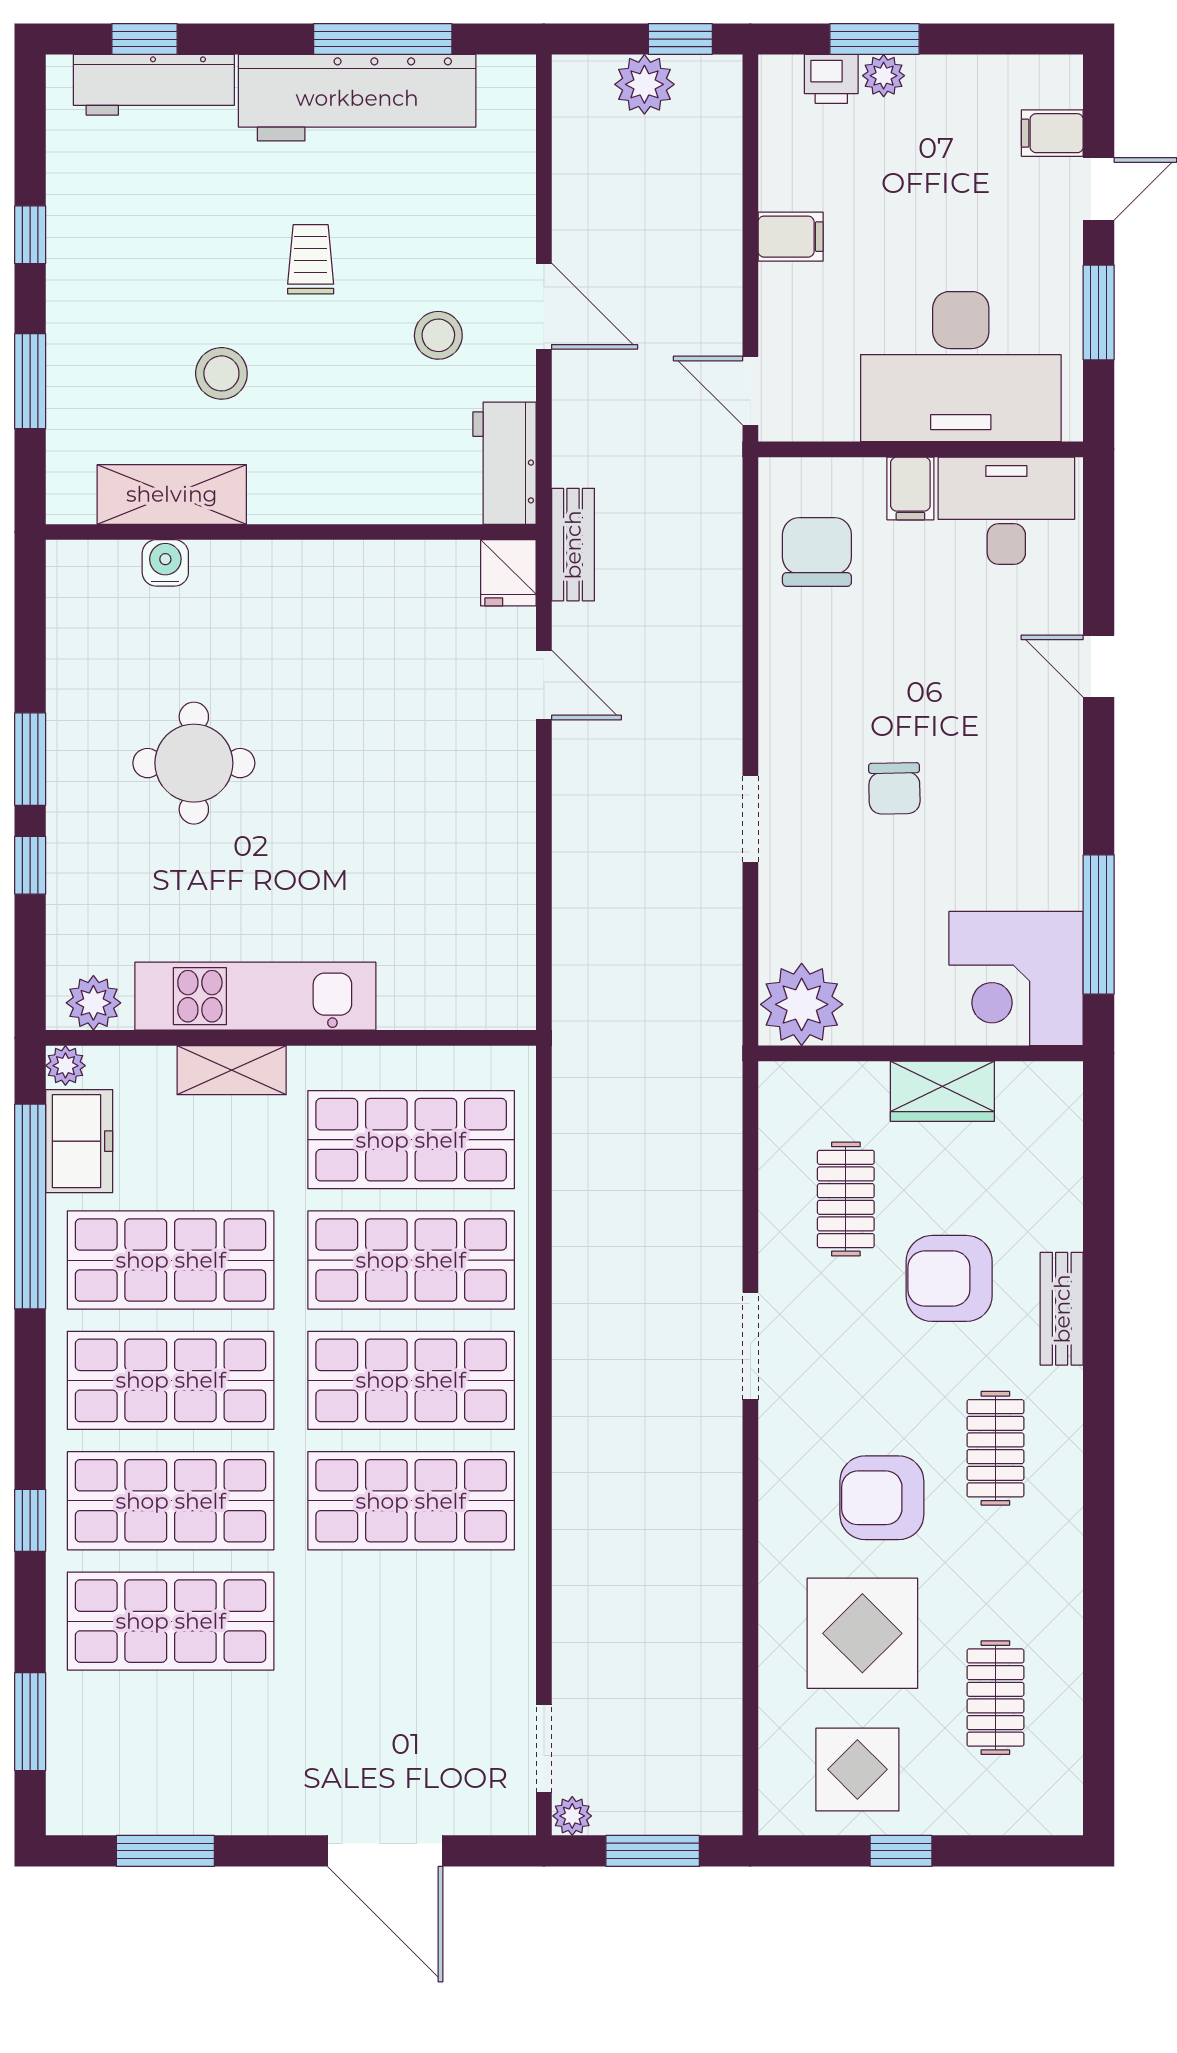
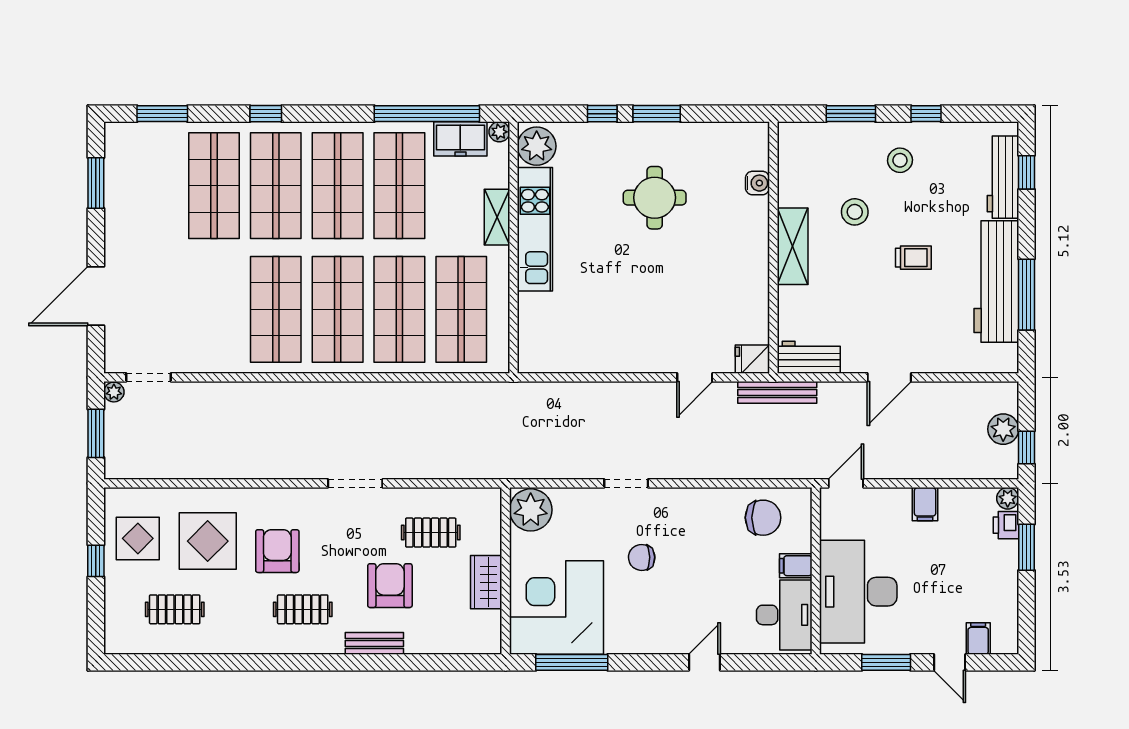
plant: (884, 76) -> (1008, 498), moved
stool: (438, 335) -> (900, 160), moved
shelving: (172, 494) -> (793, 246), moved
bench: (573, 545) -> (777, 392), width x1.36
corner desk: (1016, 979) -> (556, 608), width x1.36, depth x1.36
plant: (93, 1003) -> (537, 146), width x1.36, depth x1.36

